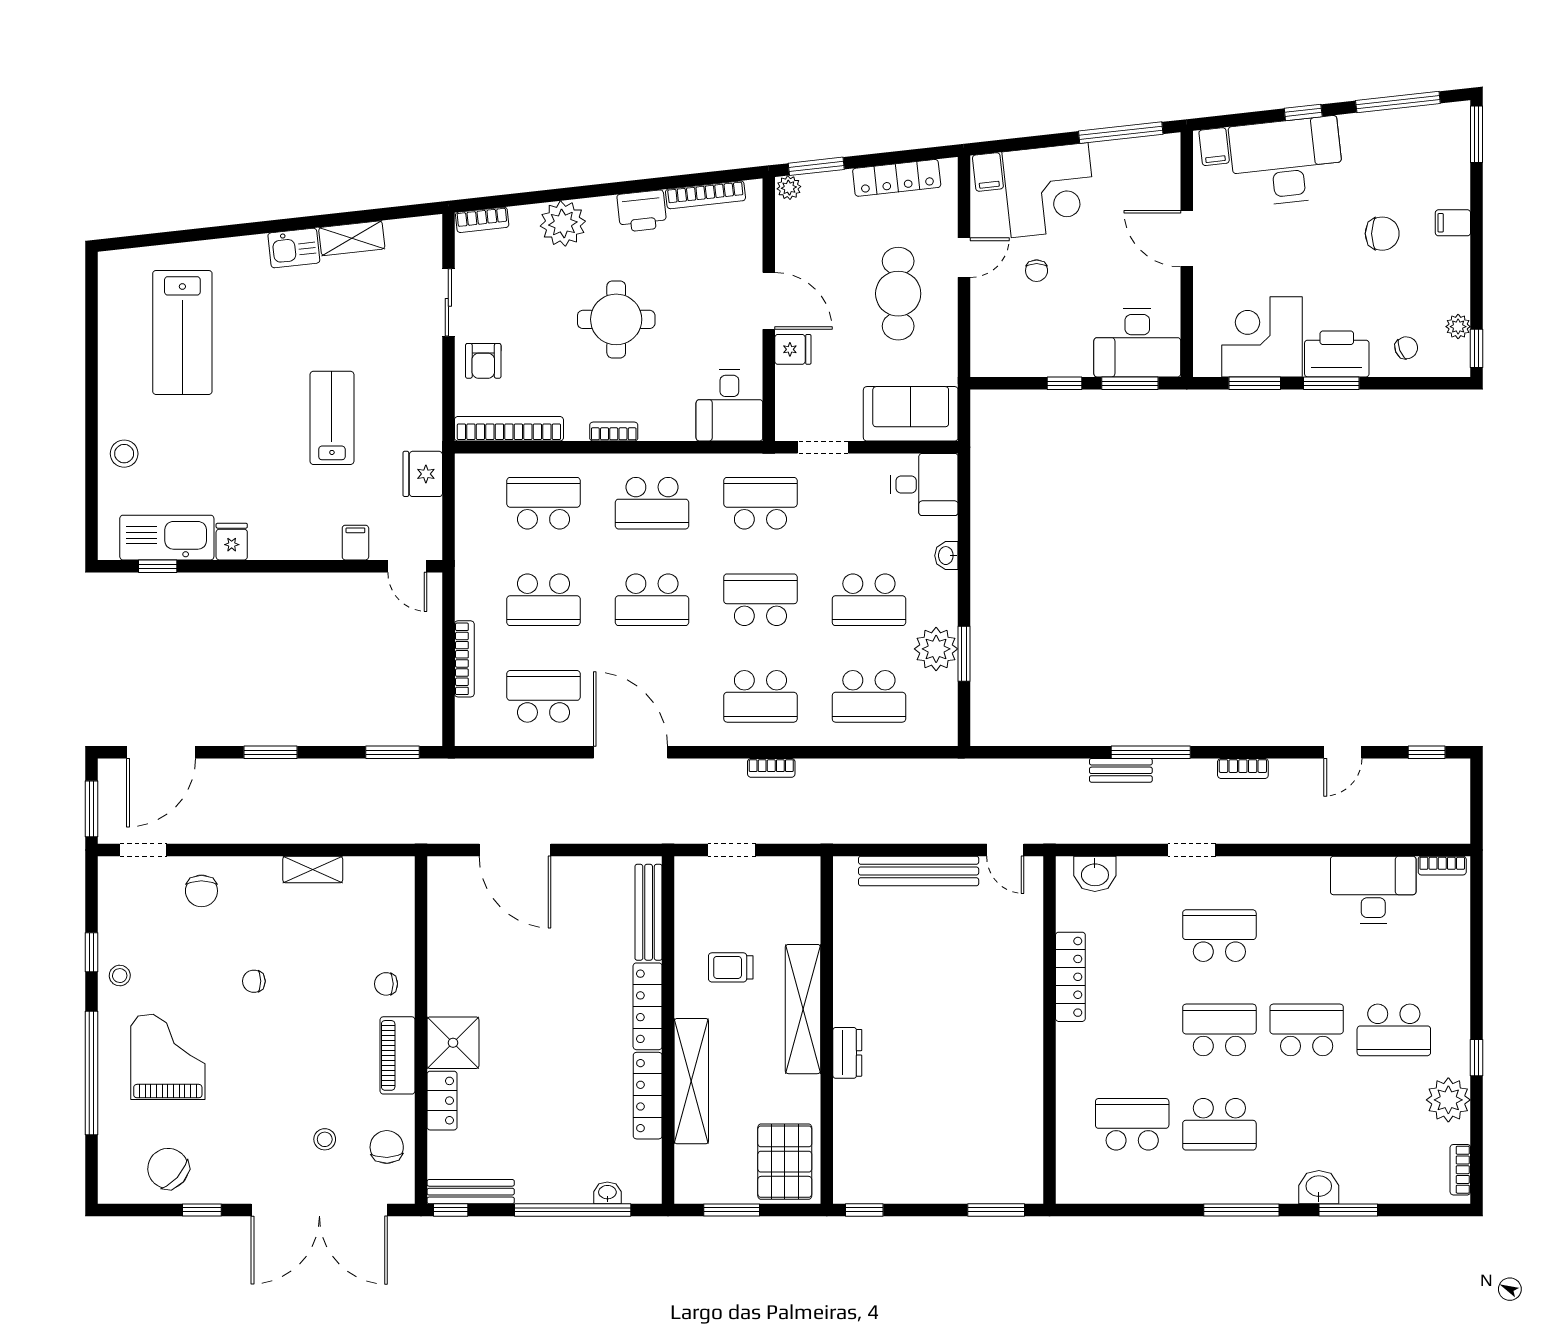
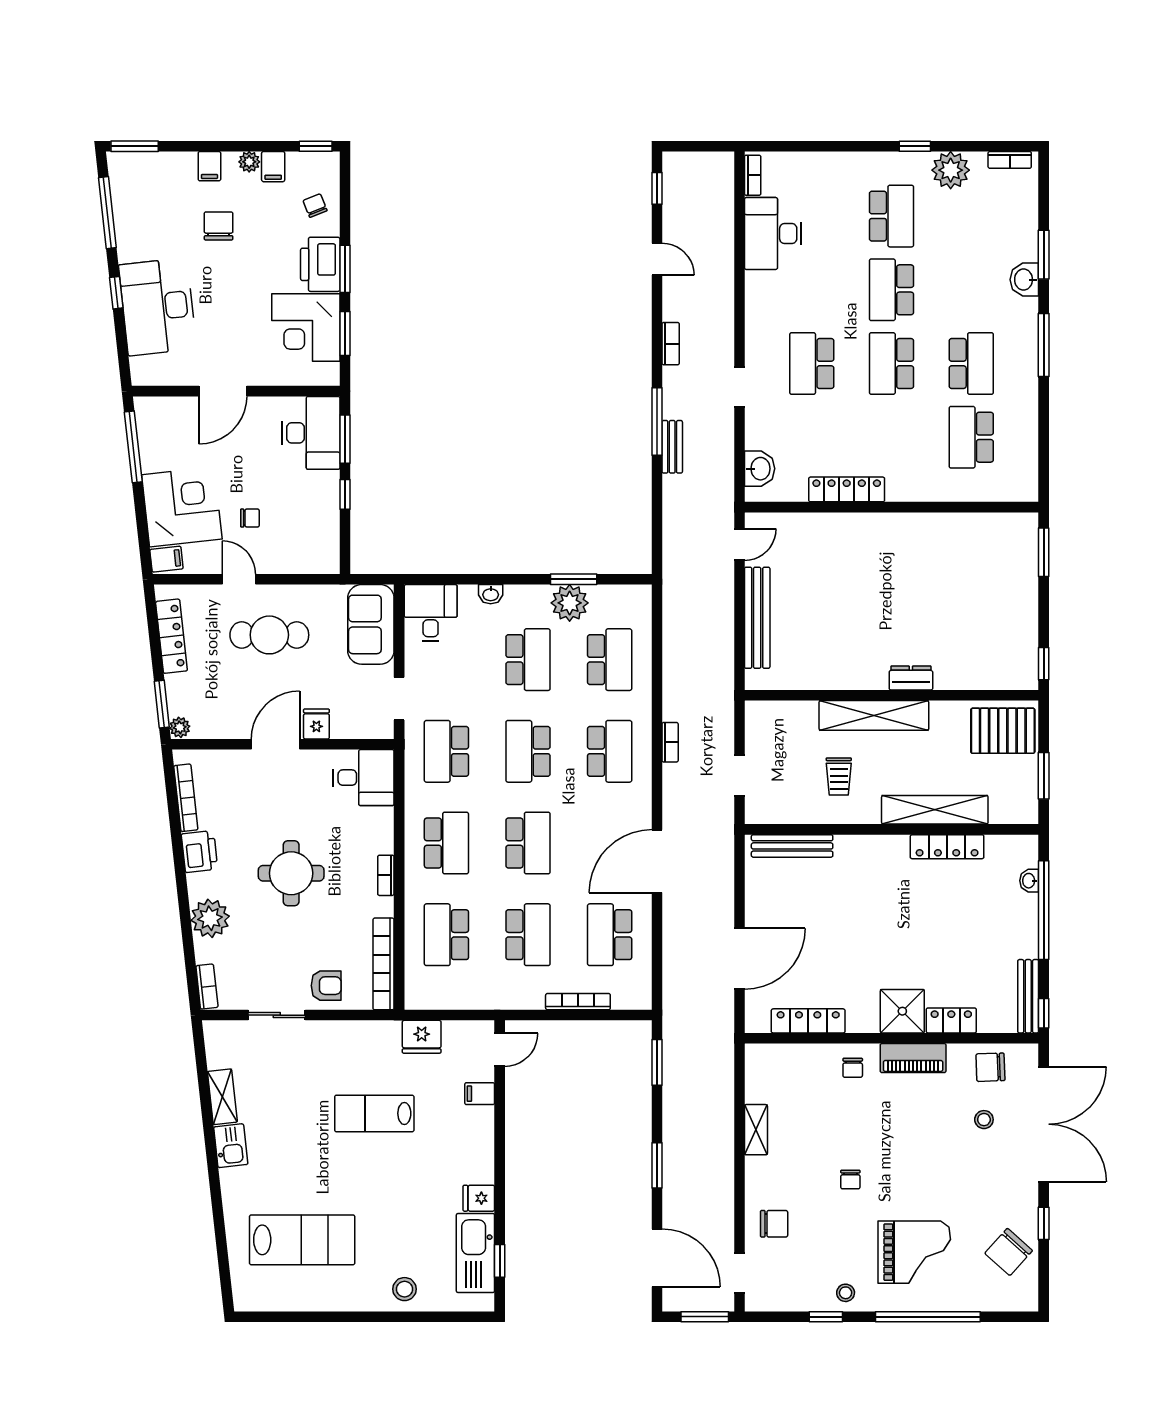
filing cabinet: (1214, 147) -> (273, 167), moved, turned 96
plant: (1458, 327) -> (249, 162), moved
locker: (648, 1006) -> (808, 1021), moved, turned 180
grand piano: (168, 1057) -> (914, 1252), turned 180

